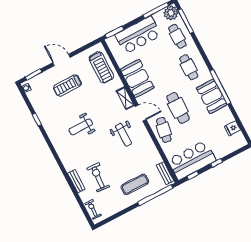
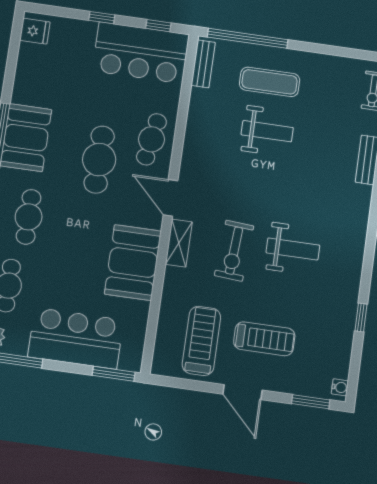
treadmill: (101, 67) -> (201, 341), moved
fridge: (232, 128) -> (35, 31), moved
weight bench: (123, 135) -> (267, 131), moved, turned 90
exercise bike: (98, 177) -> (234, 251), moved

